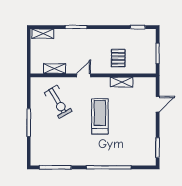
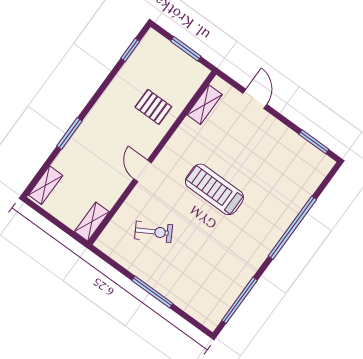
shelving: (55, 69) -> (92, 222), moved
shelving: (121, 82) -> (205, 105), moved
exercise bike: (58, 102) -> (154, 232), width x0.73, depth x0.72

